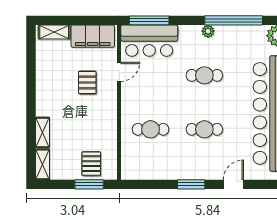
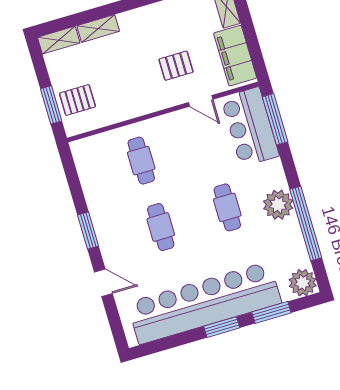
plant: (208, 31) -> (278, 205), width x1.87, depth x1.87

